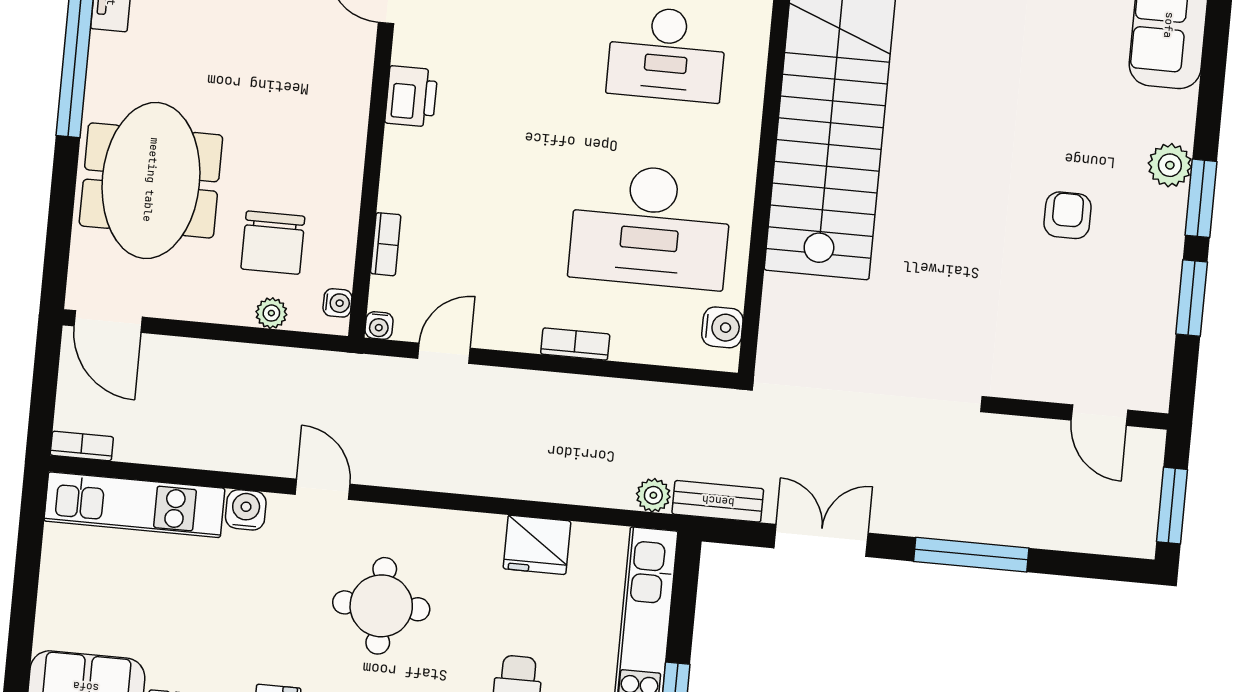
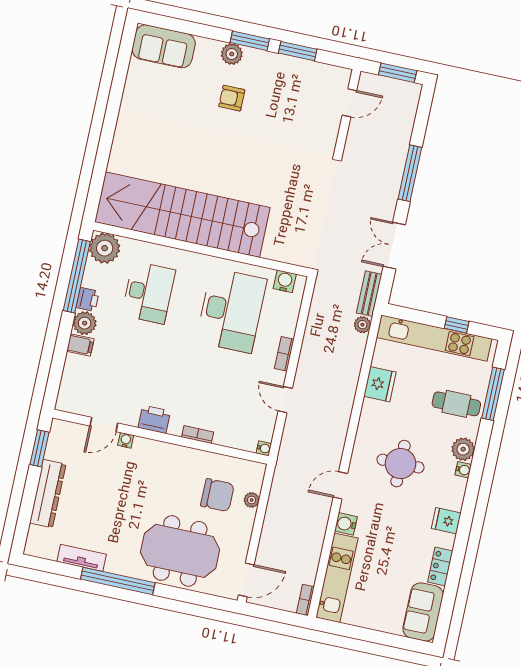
armchair: (1068, 215) -> (232, 98), moved
bookcase: (386, 244) -> (198, 435), moved
water cooler: (337, 303) -> (126, 440), moved
door: (444, 353) -> (285, 400), moved

